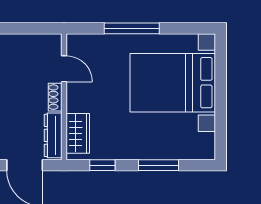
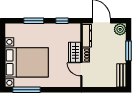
window: (132, 28) -> (27, 90), moved
wardrobe: (78, 133) -> (75, 52), moved

